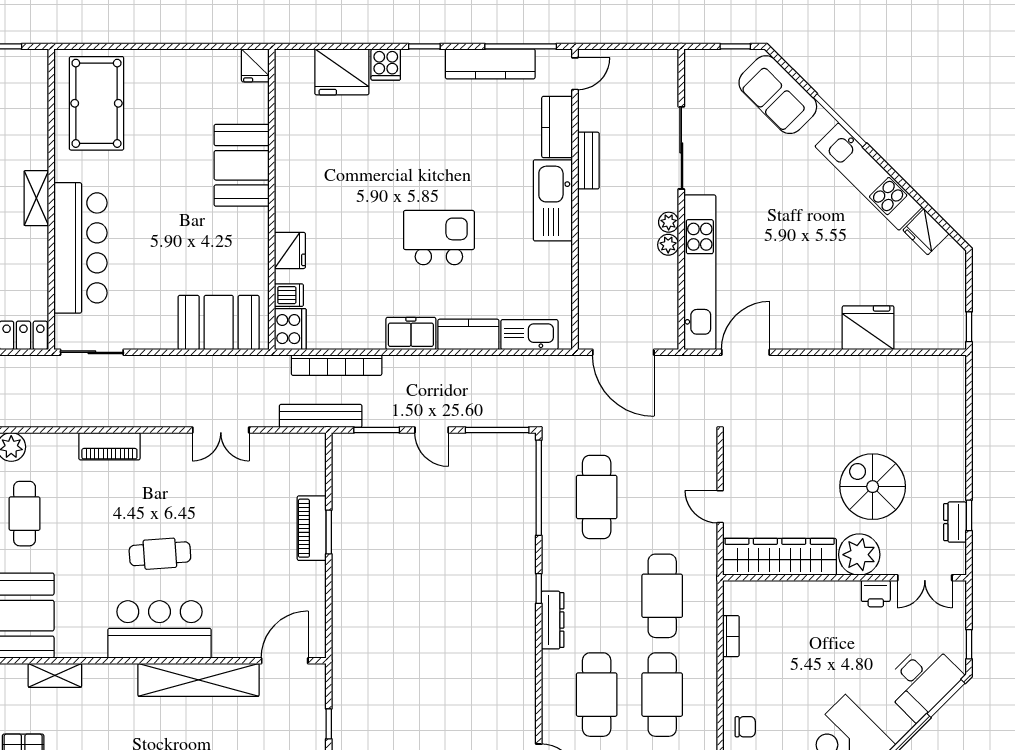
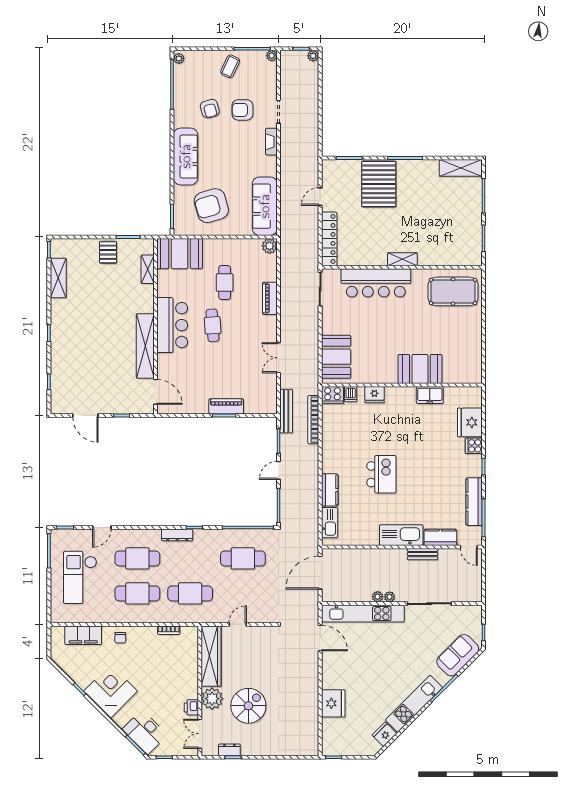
fridge: (255, 65) -> (473, 376), removed
freezer: (411, 333) -> (430, 395), moved, turned 90
cafe table: (25, 514) -> (225, 283), moved, turned 90

